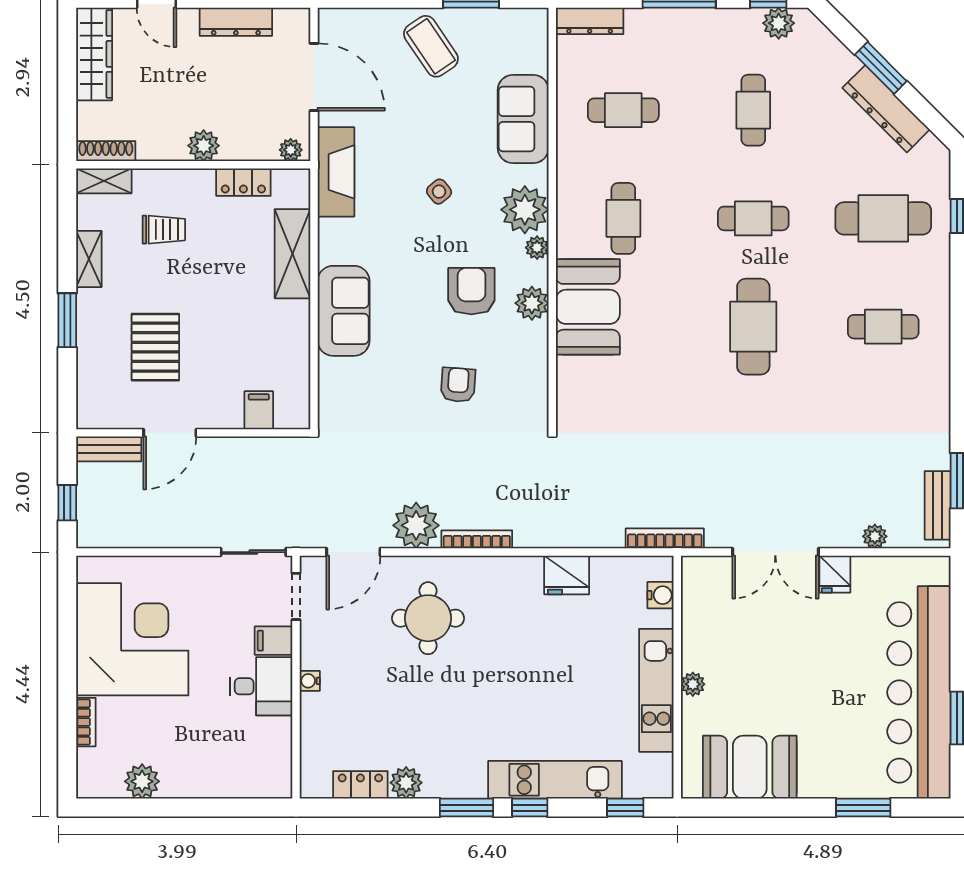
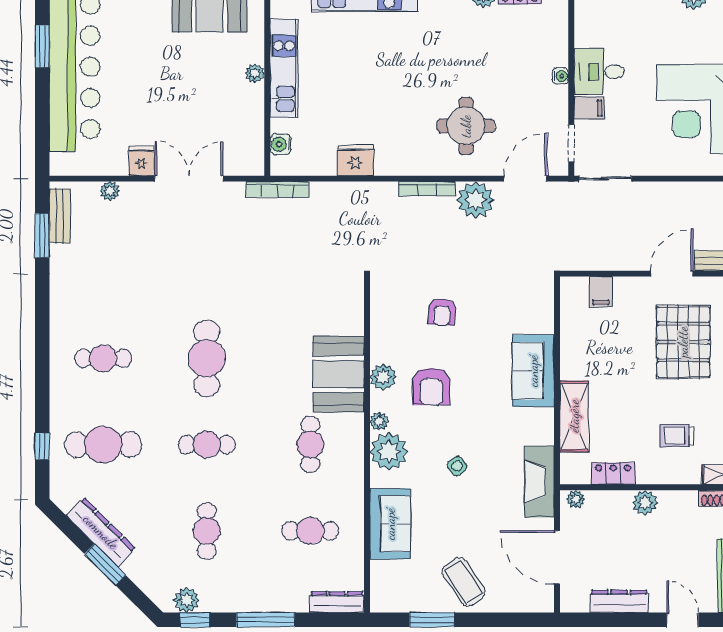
pallet: (155, 347) -> (683, 342), width x1.37, depth x1.41

